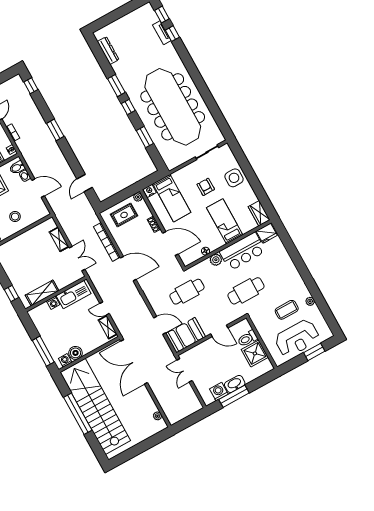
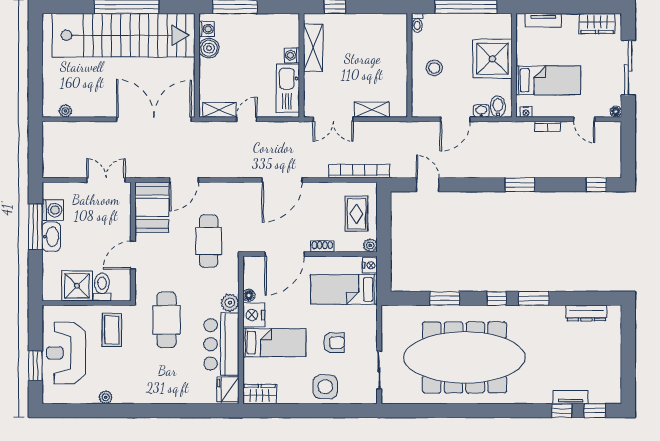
bookcase: (107, 242) -> (359, 171), moved
nightstand: (215, 242) -> (254, 315), added
coffee table: (287, 310) -> (112, 330), moved

